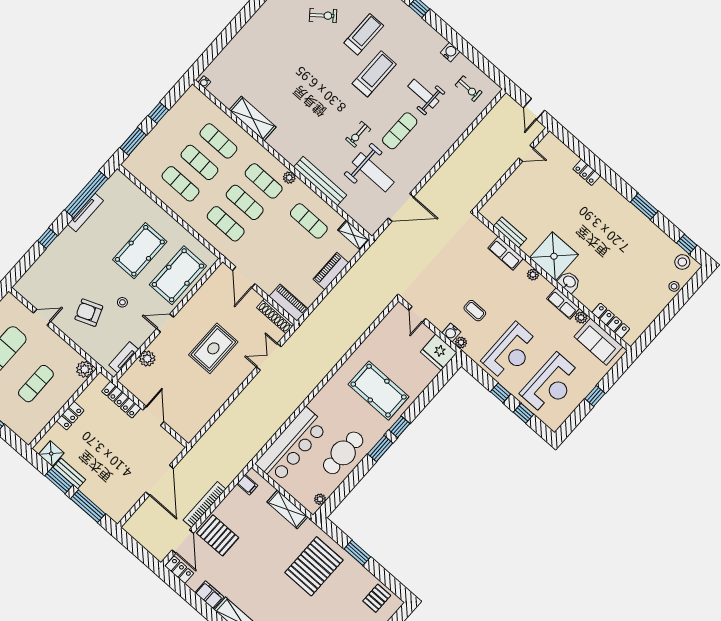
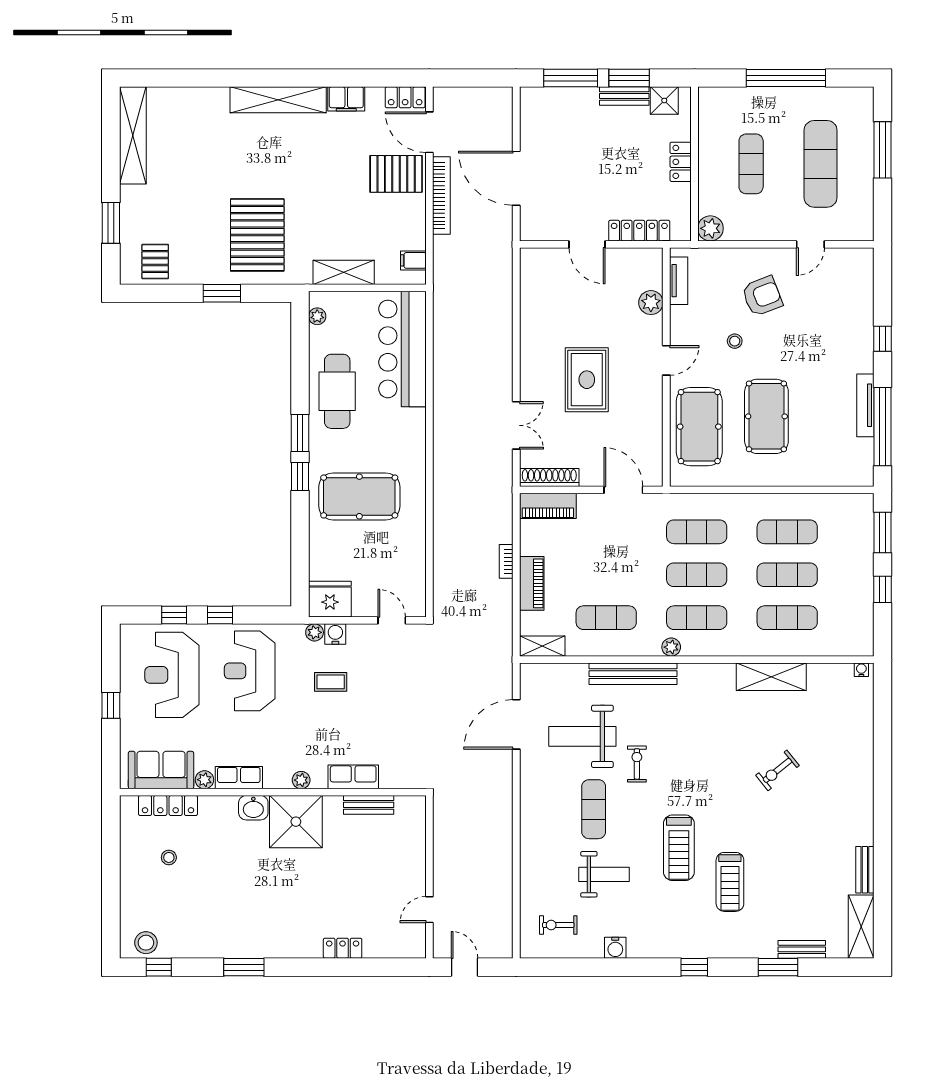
exercise bike: (323, 15) -> (777, 770), moved
stool: (674, 286) -> (169, 857), moved
bookcase: (334, 293) -> (506, 561), added

